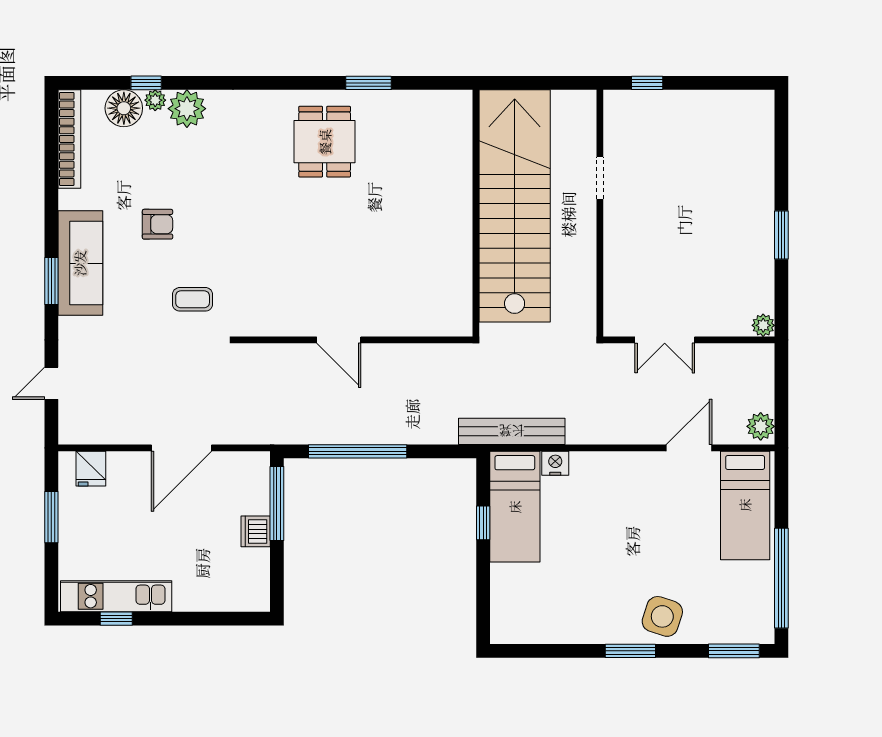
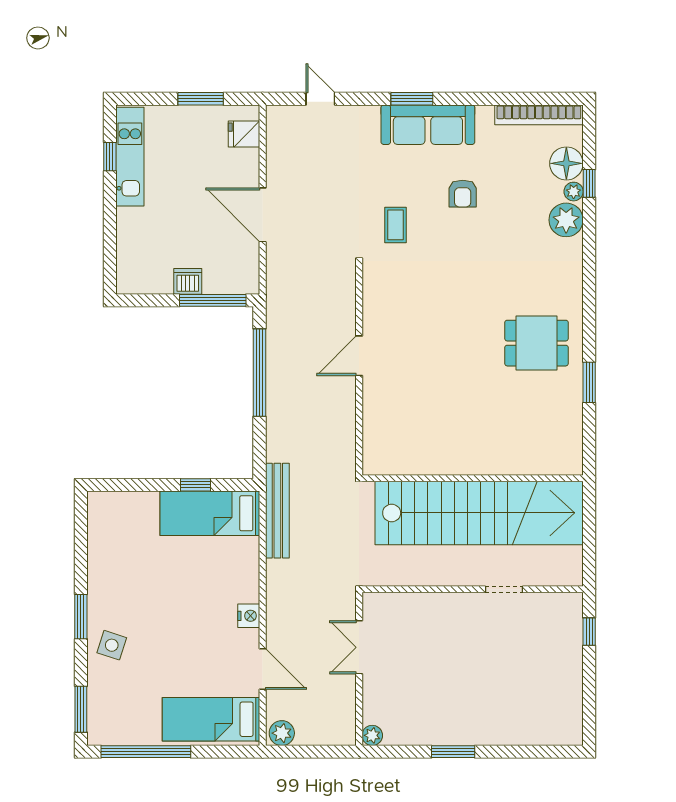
nightstand: (555, 463) -> (249, 616), moved
side table: (662, 616) -> (112, 645), width x0.73, depth x0.73

